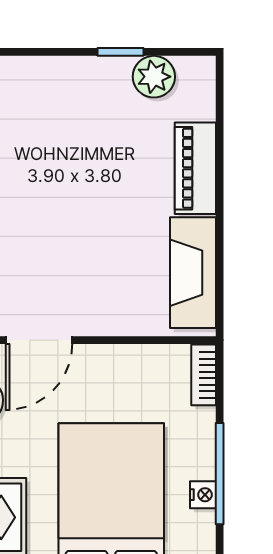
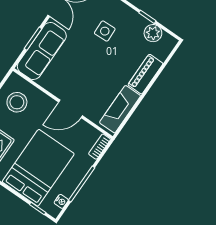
side table: (56, 139) -> (105, 31), added
door: (39, 340) -> (70, 109), moved
nightstand: (203, 495) -> (61, 201), moved

